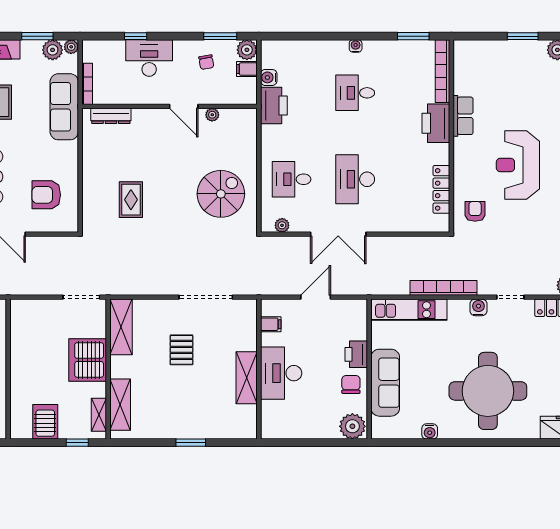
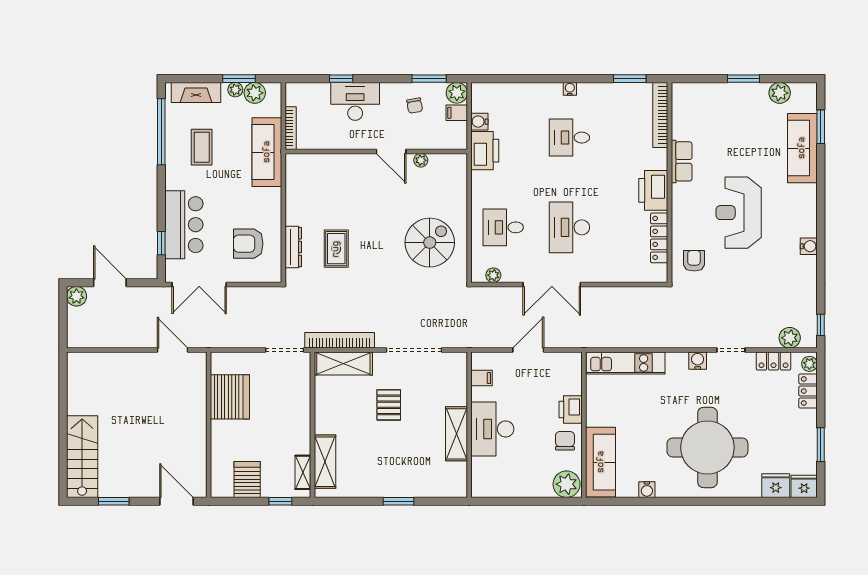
plant: (71, 47) -> (235, 90), moved
dresser: (111, 116) -> (293, 247), moved, turned -90
printer: (436, 123) -> (653, 190), moved
bookcase: (443, 288) -> (340, 340), moved
shelving: (121, 327) -> (343, 364), moved, turned 90
server rack: (88, 360) -> (230, 397), moved, turned 180
sofa: (385, 383) -> (601, 462), moved

